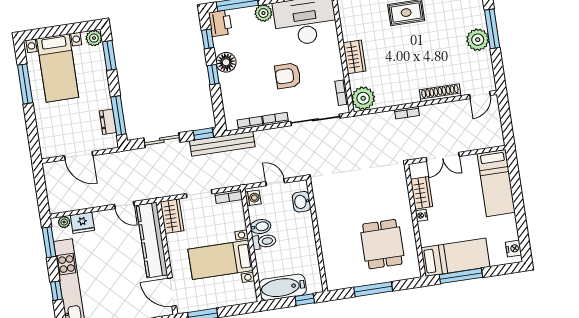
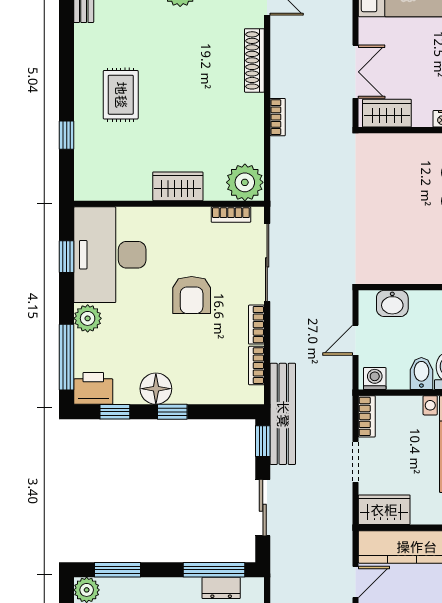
wardrobe: (422, 193) -> (387, 113), moved

